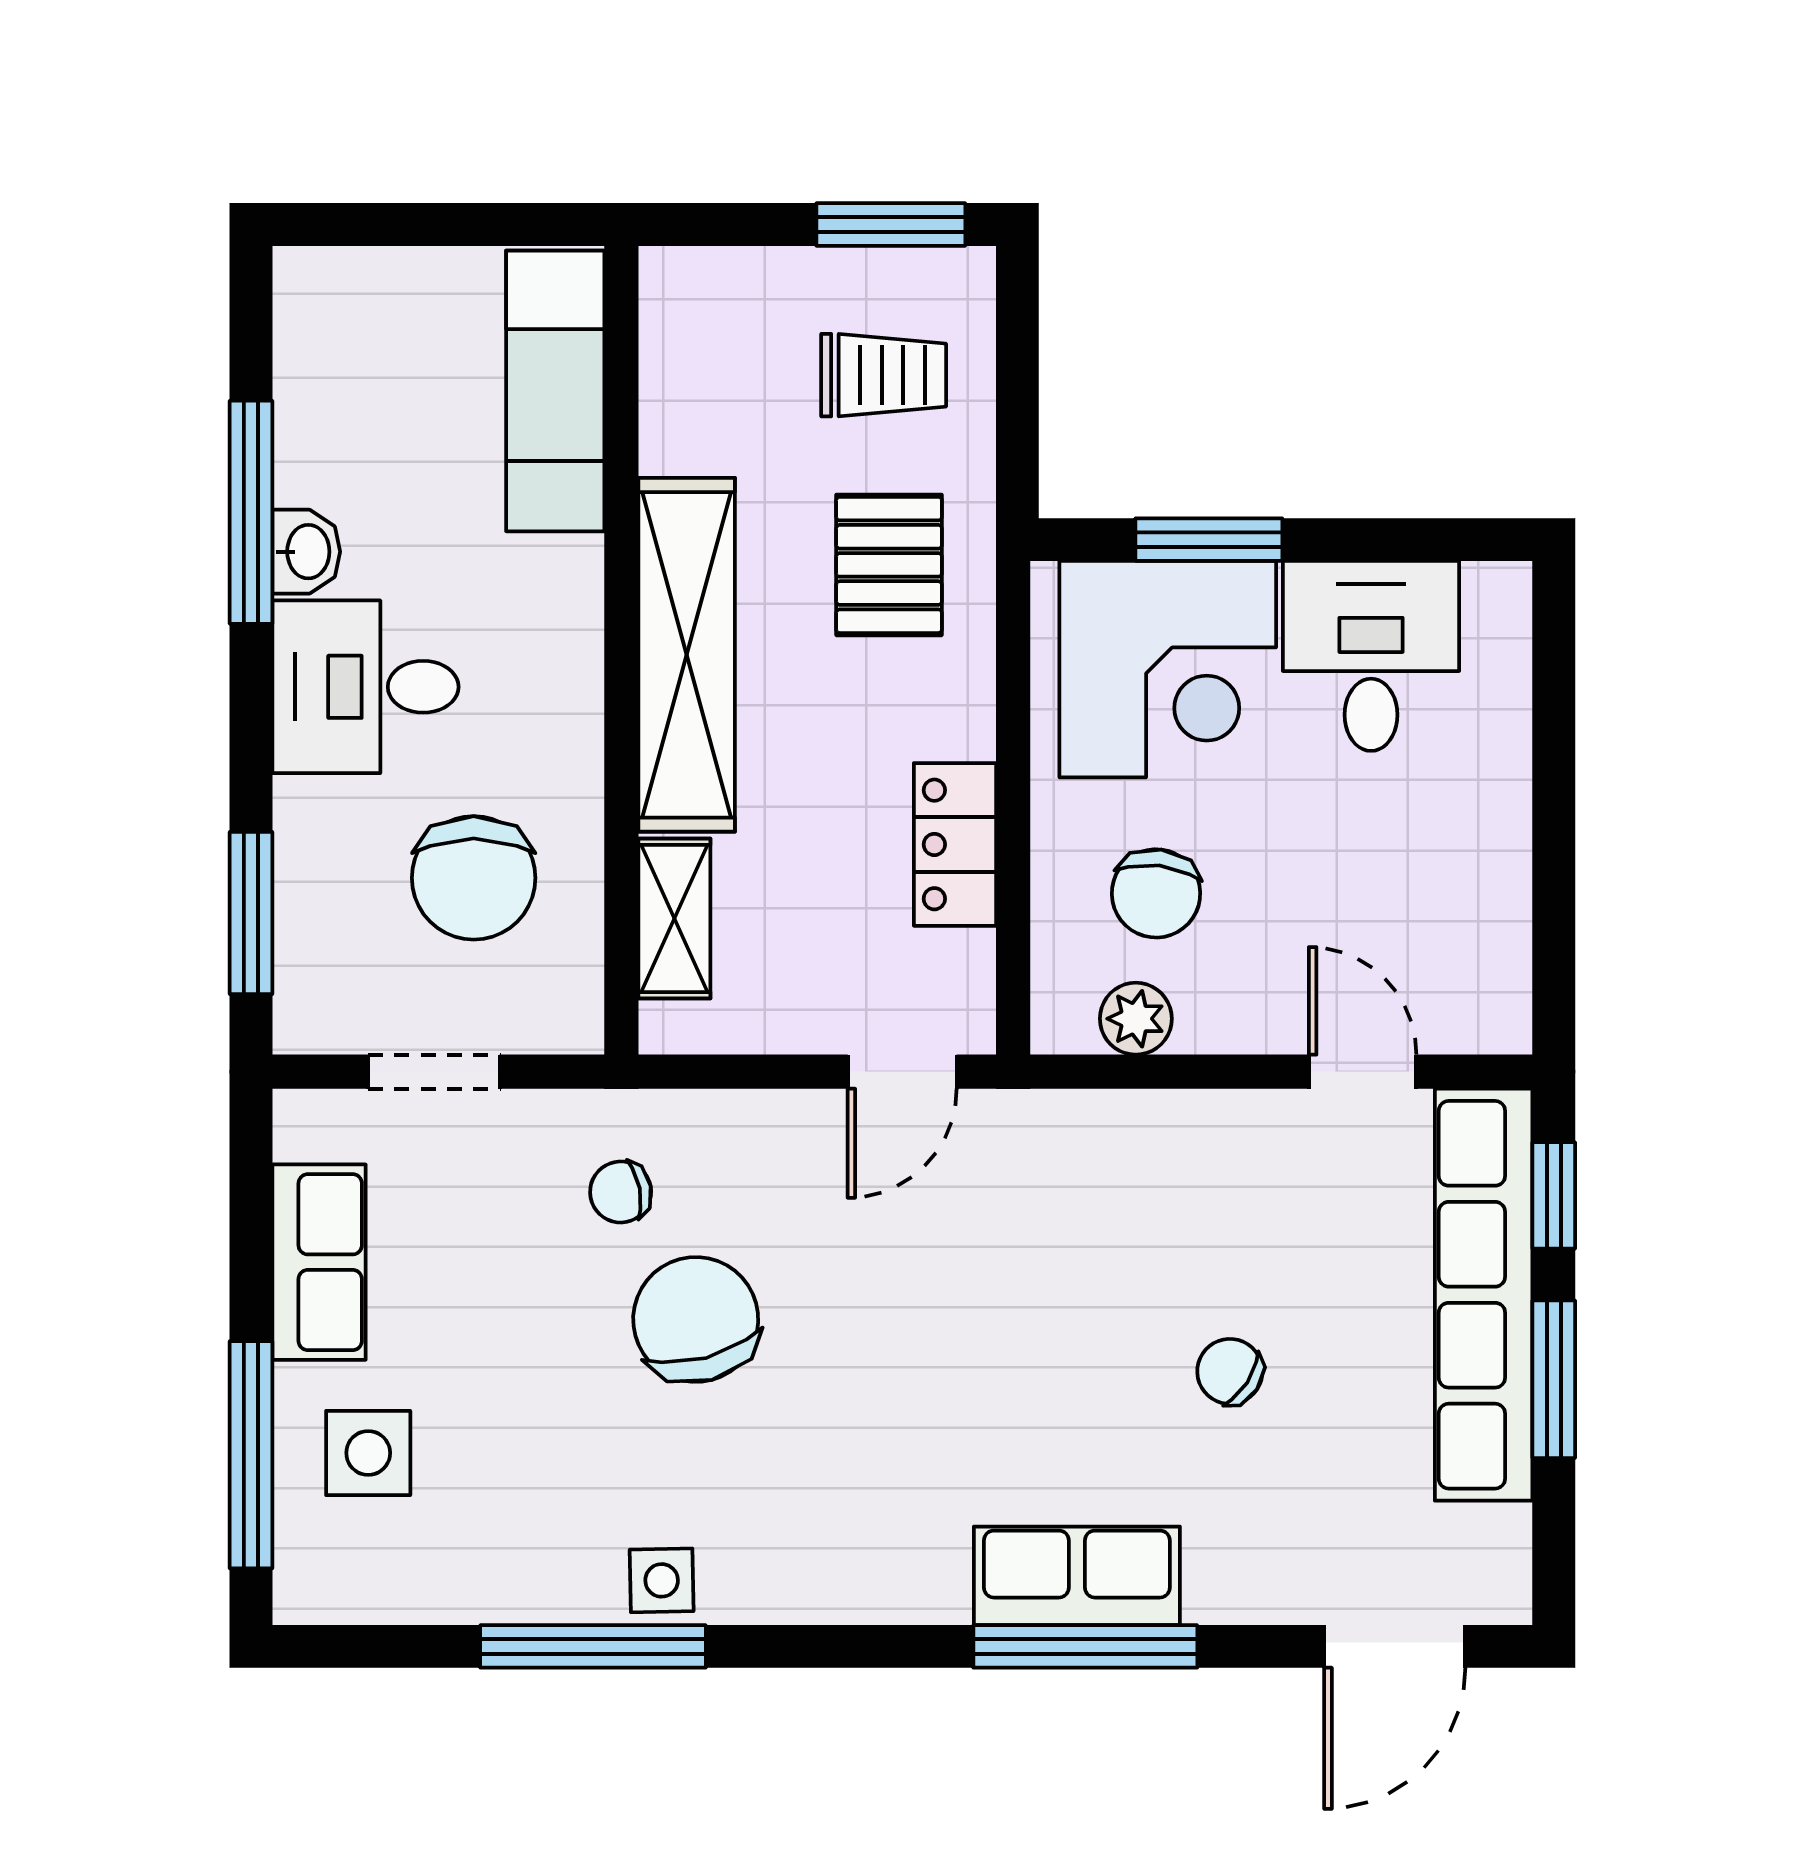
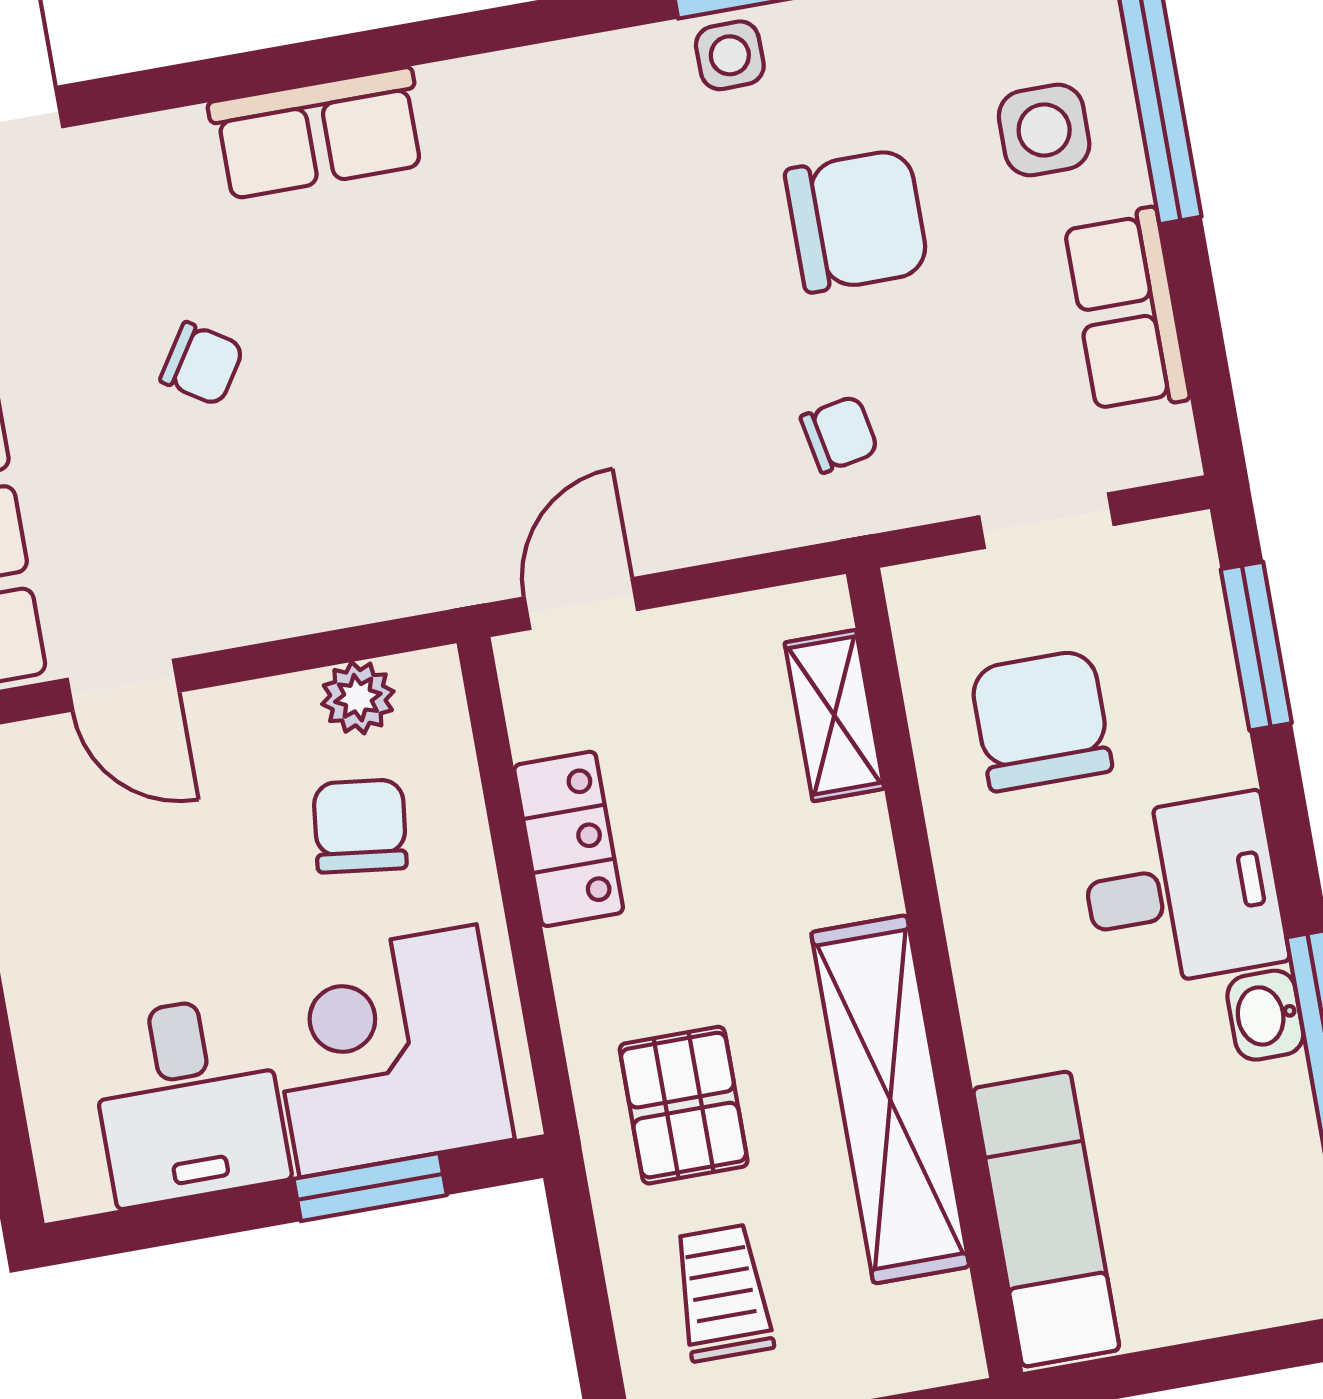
trolley: (884, 375) -> (723, 1293), turned 90
shelving: (687, 655) -> (890, 1099), moved
chair: (696, 1319) -> (857, 221), moved, turned -75
window: (1085, 1646) -> (297, 65), removed

